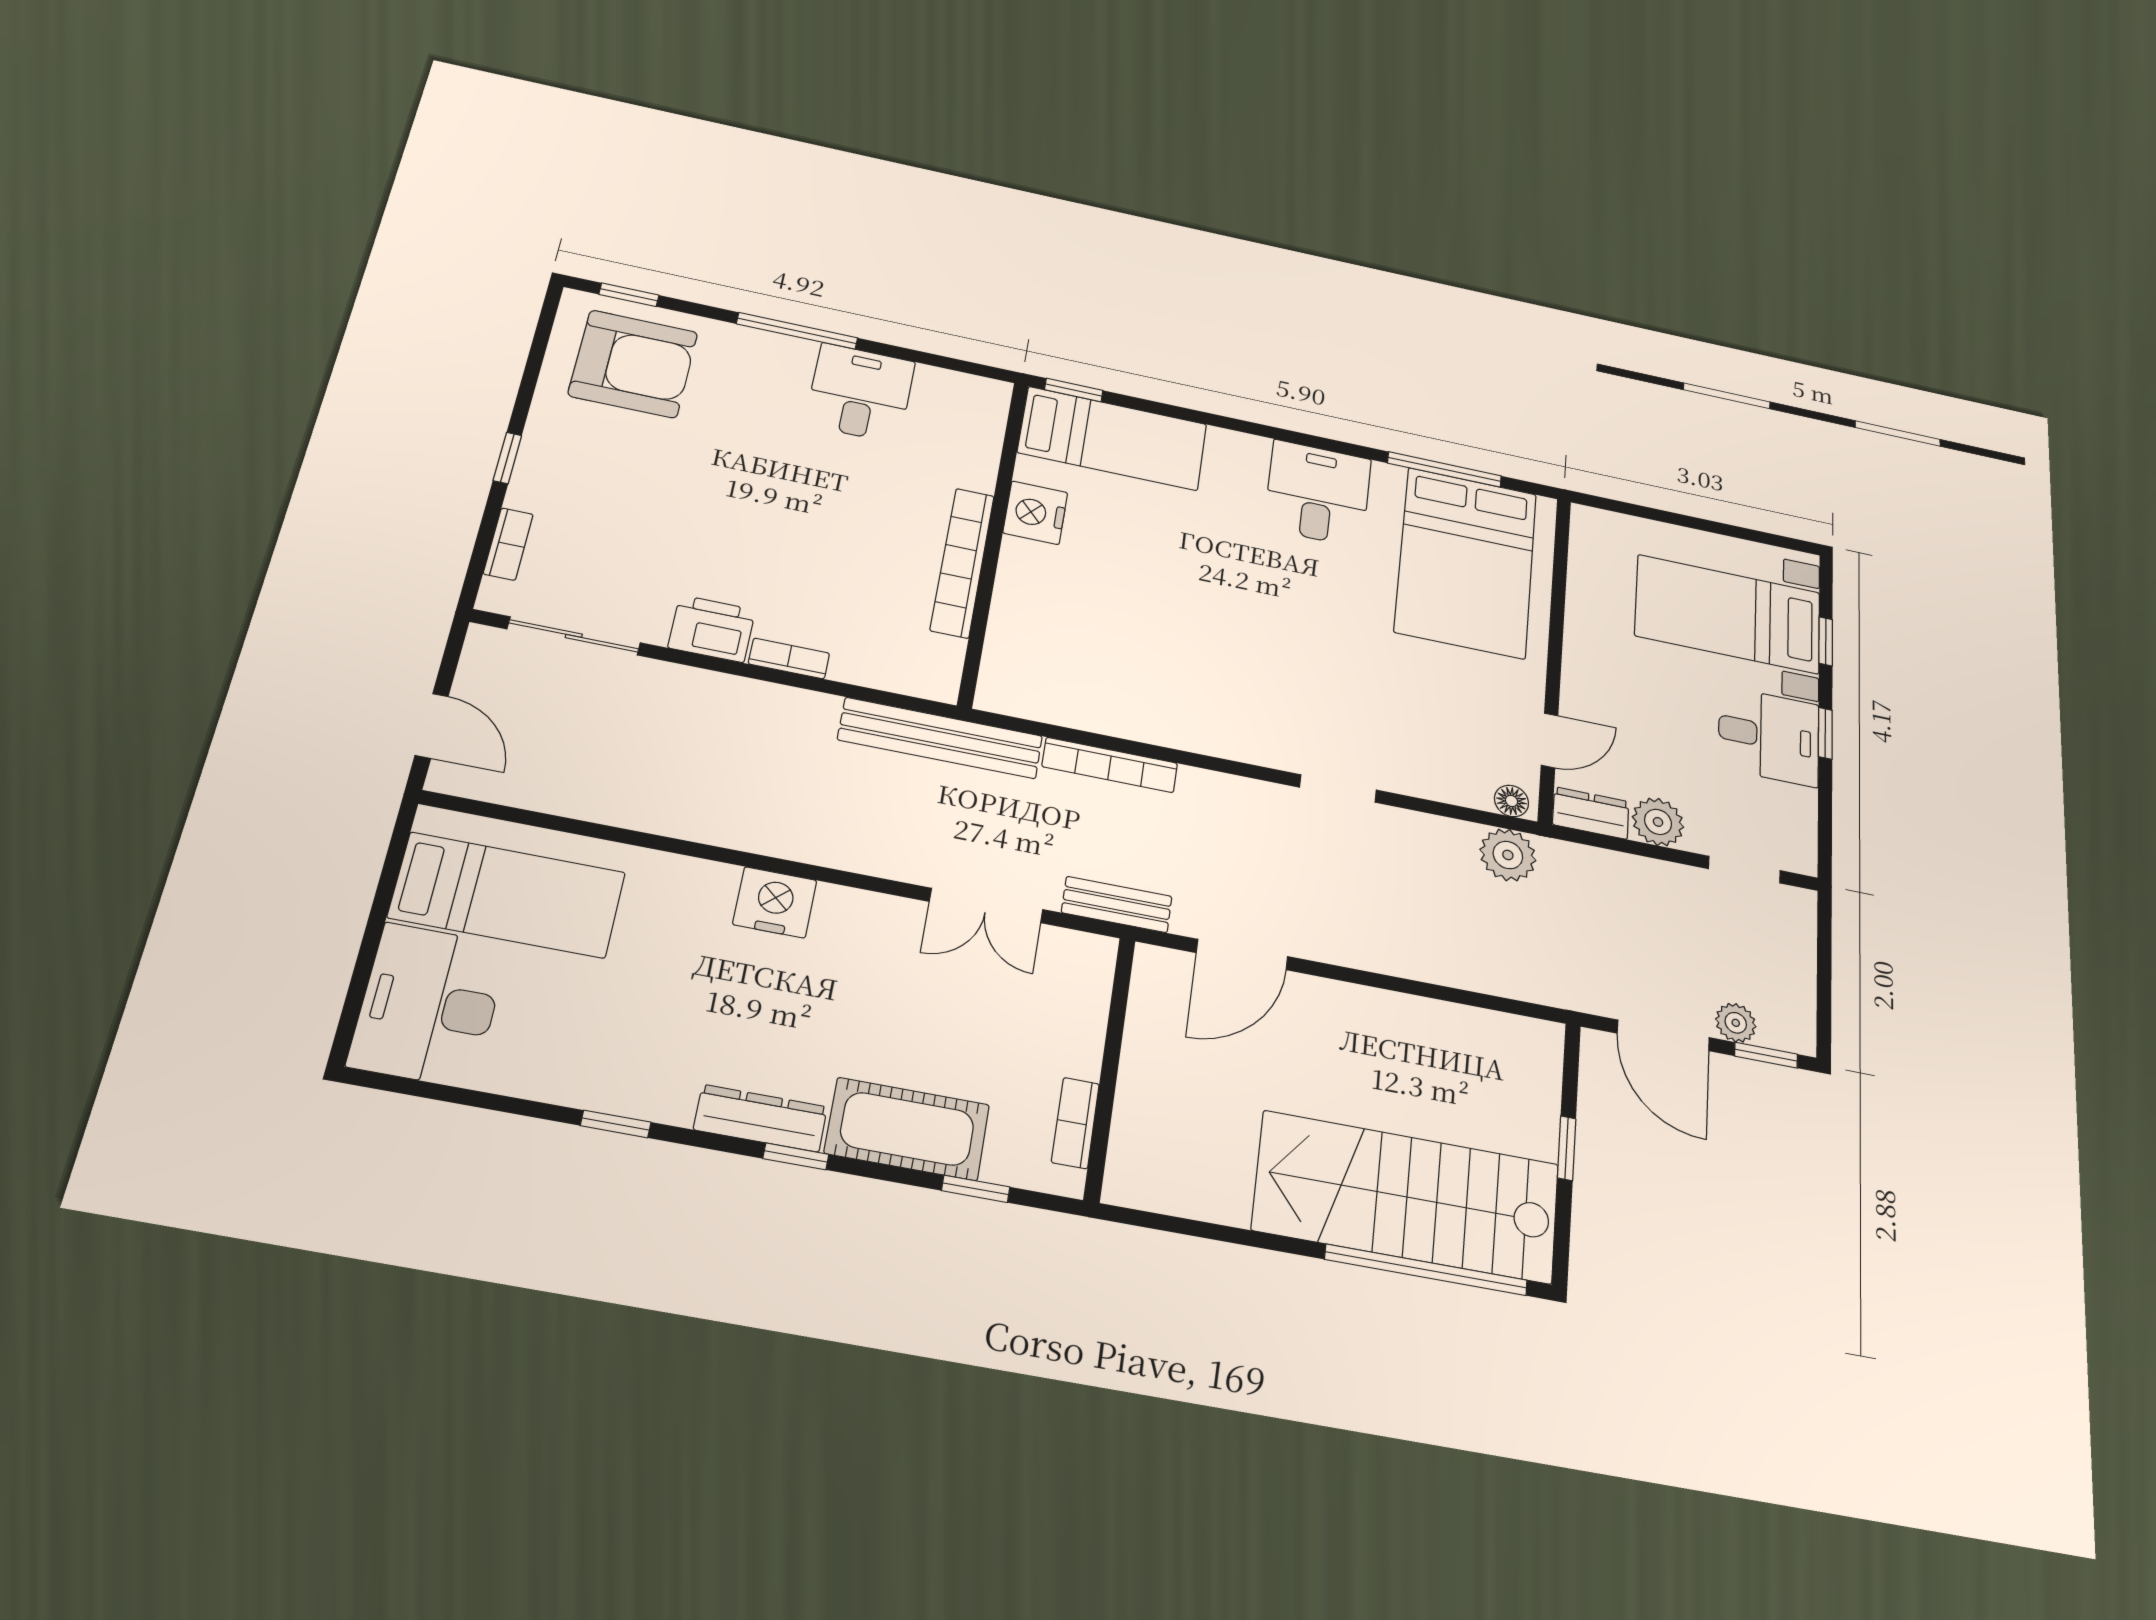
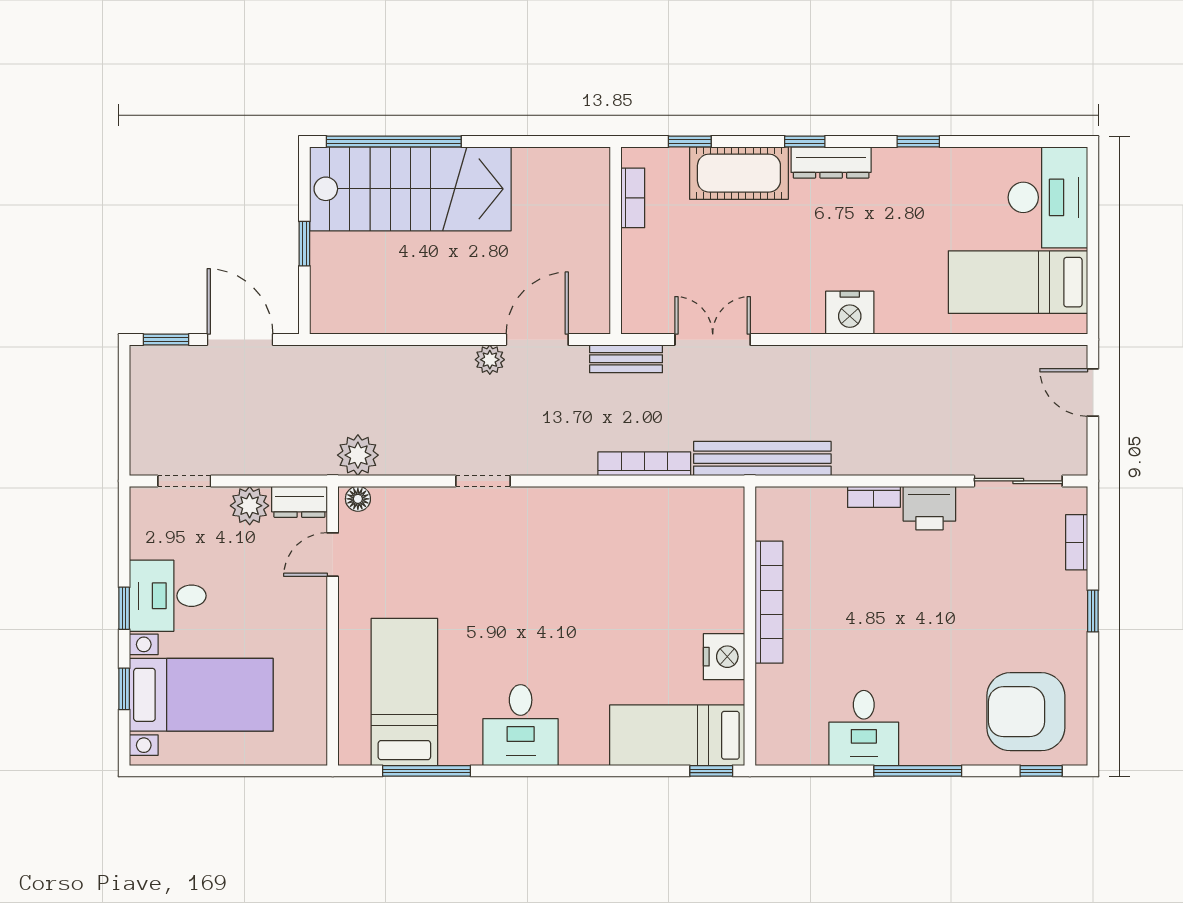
bed: (1466, 562) -> (404, 692), width x0.67
plant: (1736, 1023) -> (490, 360), moved

